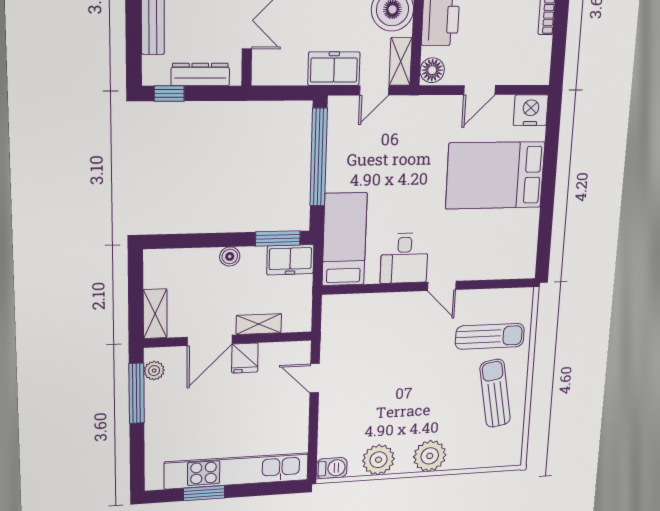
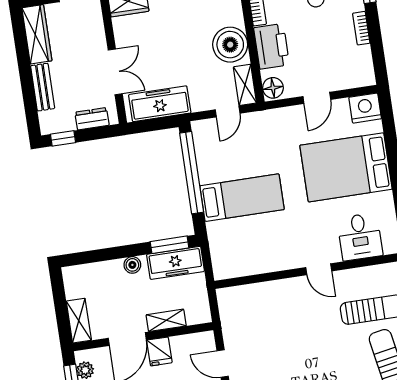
freezer: (334, 69) -> (160, 104), moved, width x1.40
dresser: (200, 74) -> (92, 119), width x0.70
bed: (344, 239) -> (242, 198), moved, turned 90
desk: (404, 258) -> (360, 237), moved
freezer: (290, 260) -> (176, 263), width x1.40

